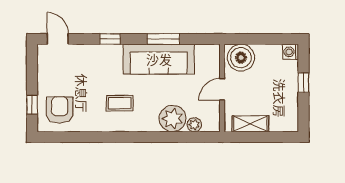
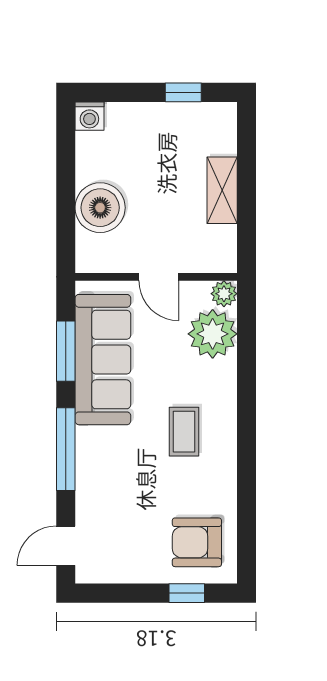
window: (110, 39) -> (66, 449), width x2.17
window: (303, 83) -> (183, 92), moved
wall: (222, 88) -> (156, 277), moved
door: (222, 89) -> (159, 277), moved

